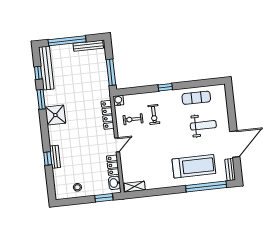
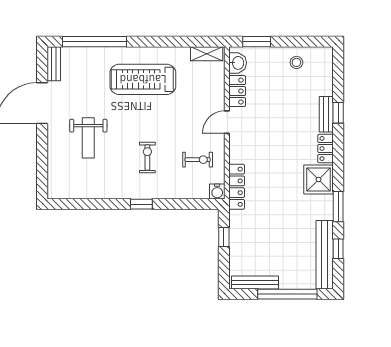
window: (111, 72) -> (224, 237), width x0.46
exercise mat: (196, 98) -> (95, 182), removed
exercise bike: (154, 114) -> (147, 158), moved
locker: (108, 115) -> (237, 187), moved
weight bench: (203, 125) -> (88, 138), turned -90
locker: (53, 135) -> (325, 149), added
treadmill: (194, 166) -> (143, 79), moved

